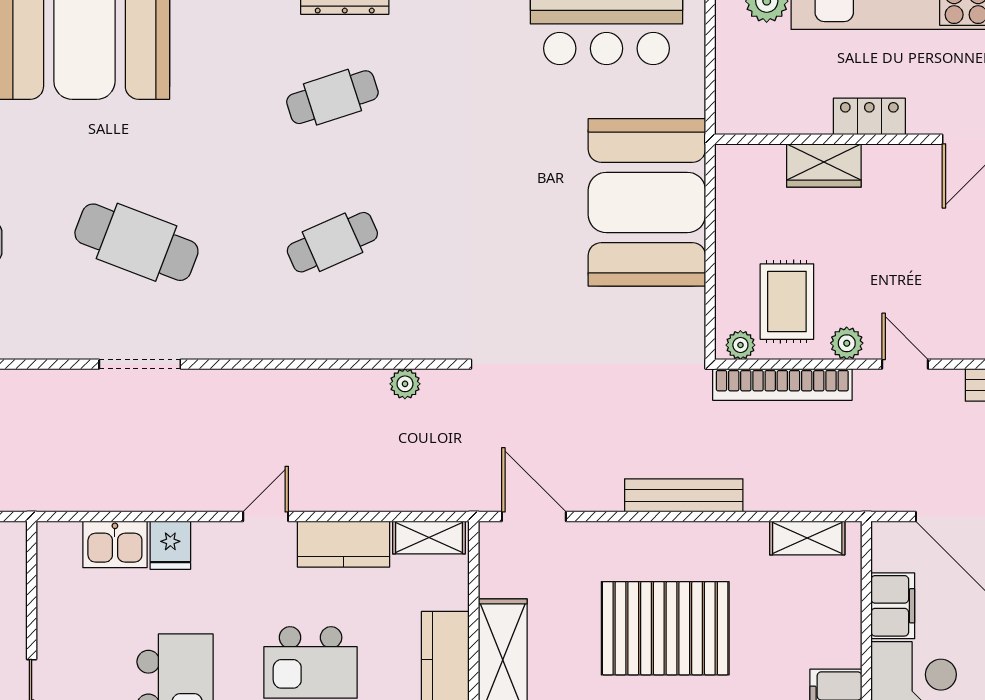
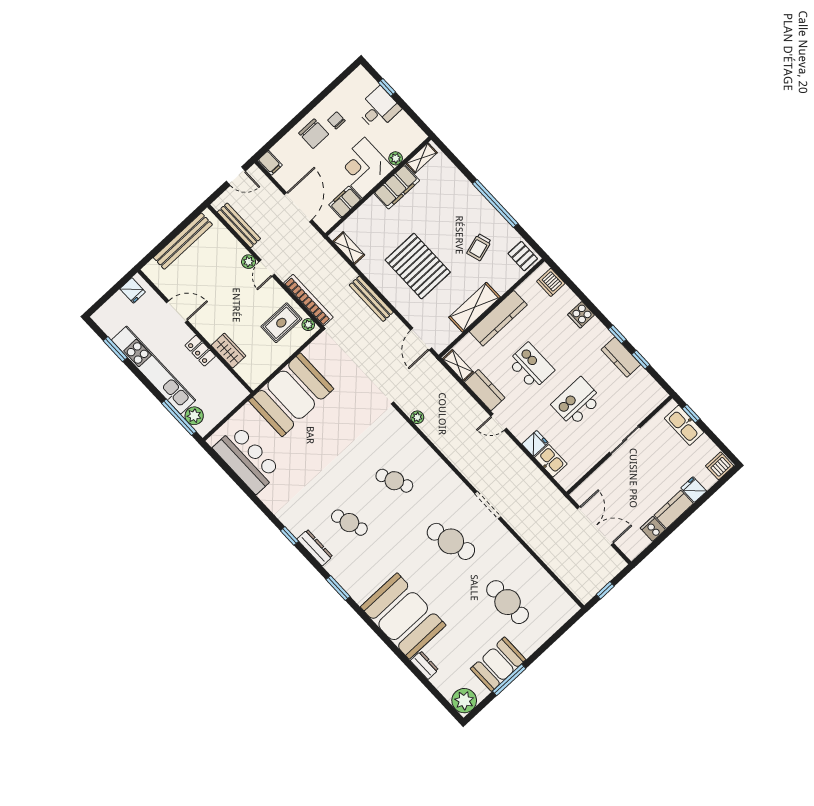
cafe table: (136, 242) -> (451, 541), turned -36
plant: (847, 343) -> (249, 262), moved

